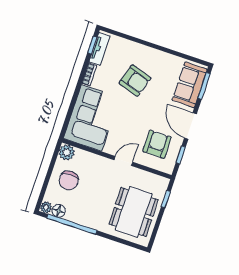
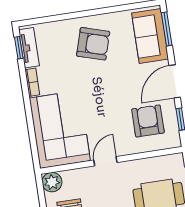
armchair: (135, 81) -> (93, 44), moved
door: (190, 126) -> (175, 81), hinge flipped
door: (123, 161) -> (105, 161), moved

